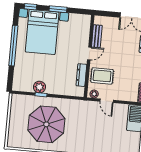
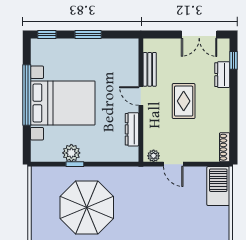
bed with nightstands: (42, 32) -> (63, 103), moved, turned -90
door: (89, 53) -> (141, 96), swing flipped
rug: (102, 76) -> (184, 101), moved, turned 90

